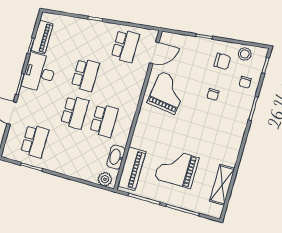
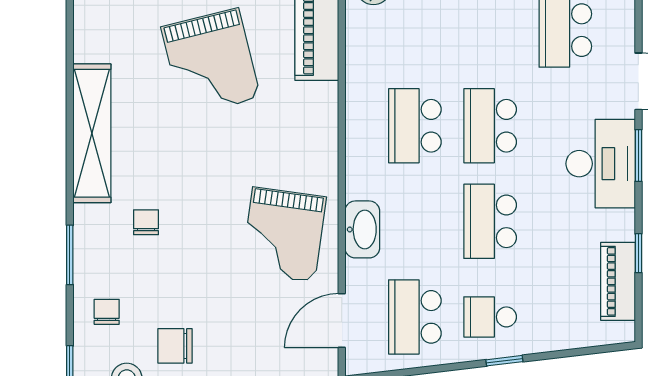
school desk: (96, 38) -> (490, 317), added
desk: (39, 73) -> (601, 164), moved
chair: (213, 94) -> (146, 222), moved
washbasin: (116, 157) -> (362, 229), moved
grand piano: (177, 168) -> (211, 62), turned 76
shelving: (222, 185) -> (92, 133), moved, width x1.47

